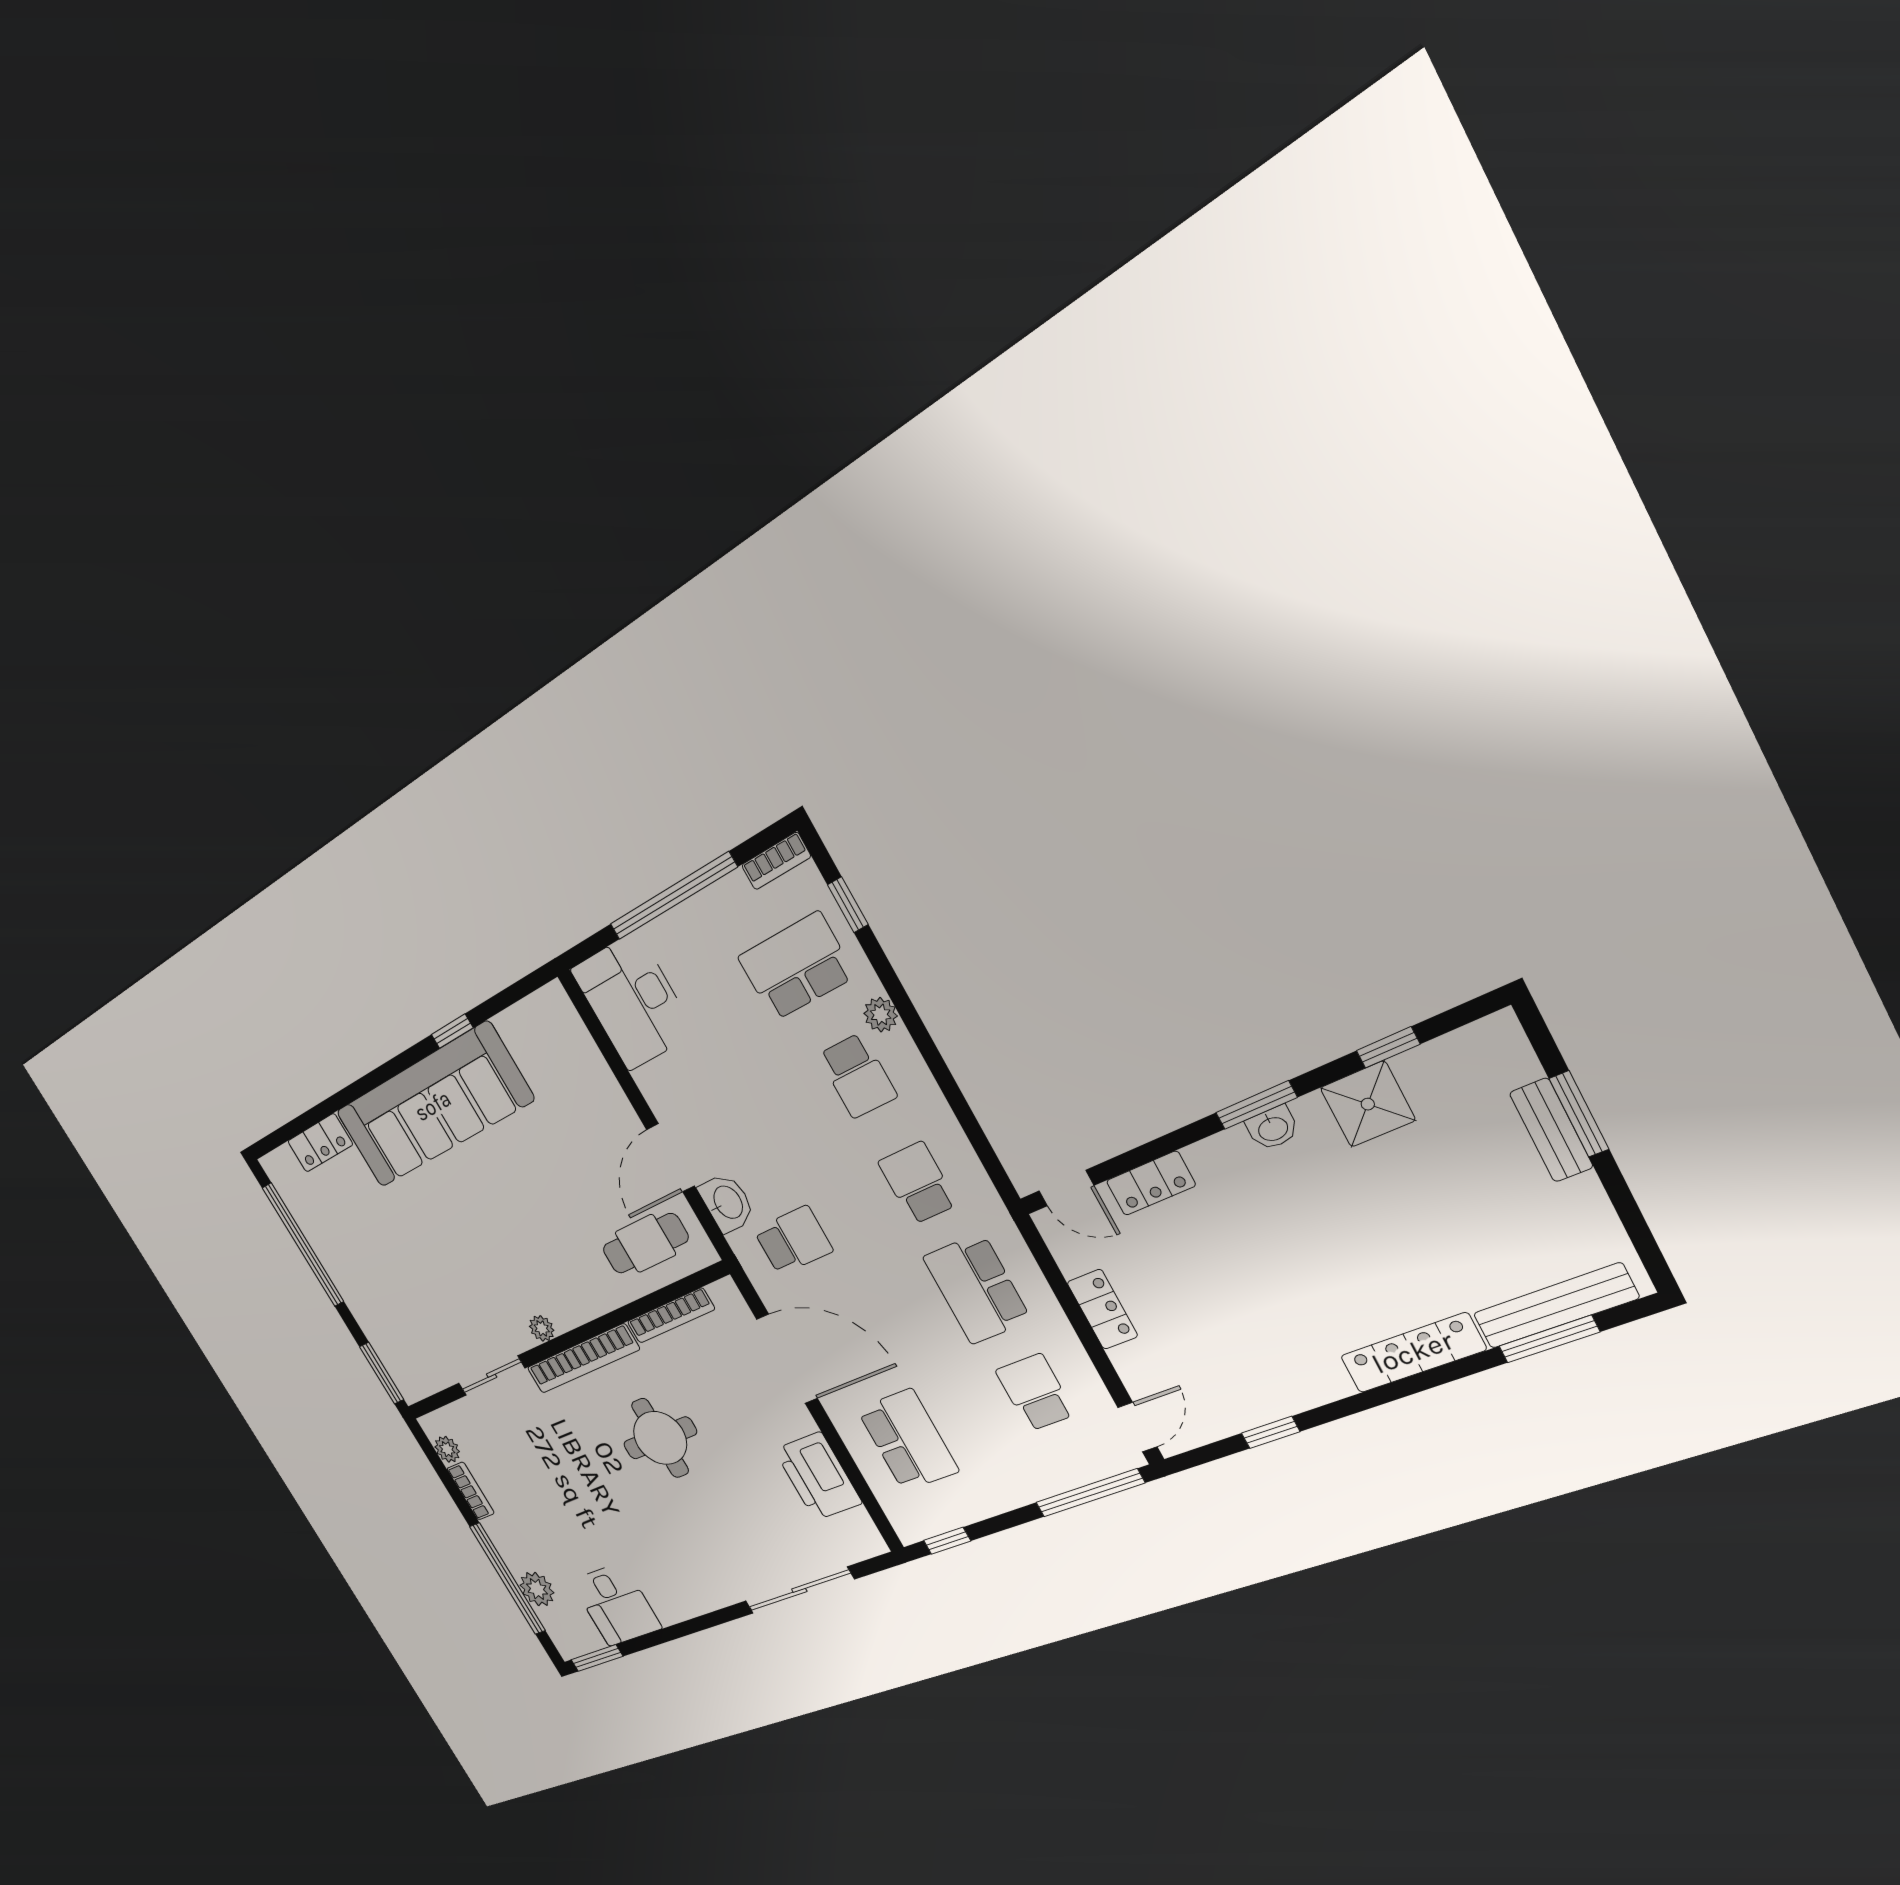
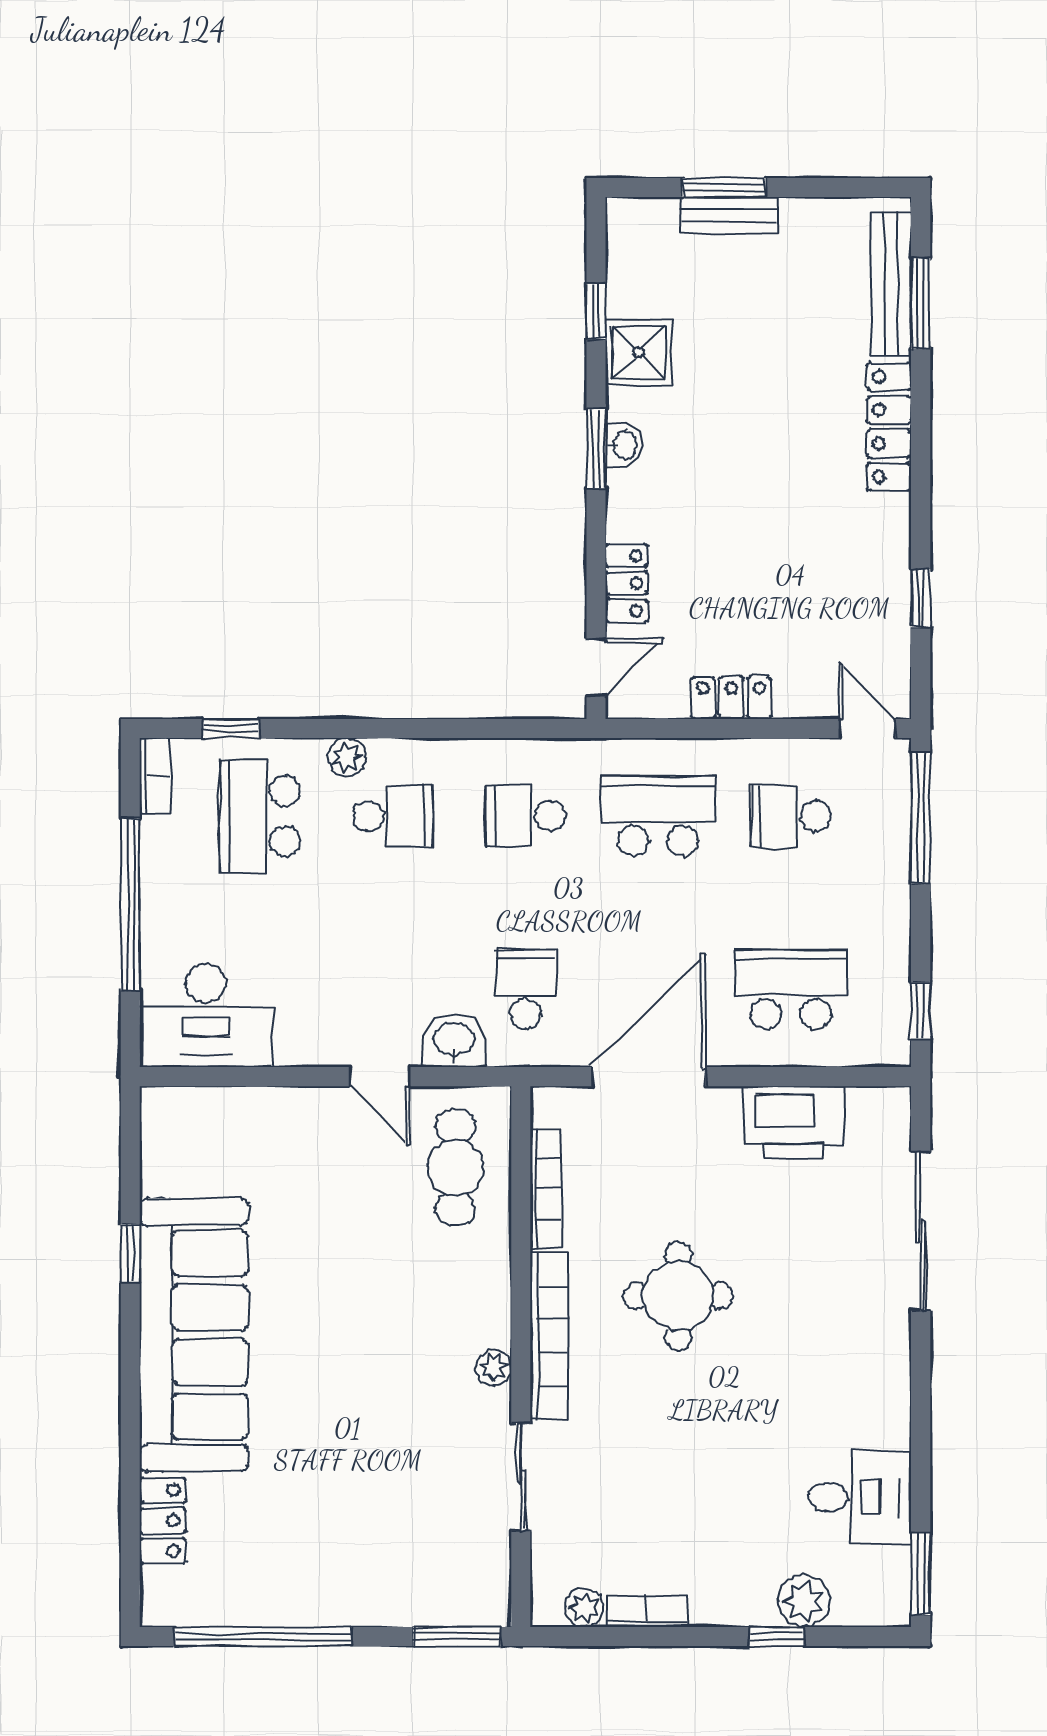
door: (671, 1158) -> (380, 1077), width x0.73
school desk: (977, 1289) -> (658, 816), turned 180
window: (508, 1579) -> (776, 1636), width x0.32

